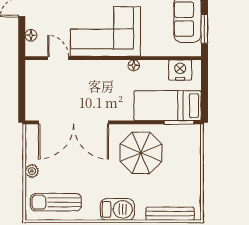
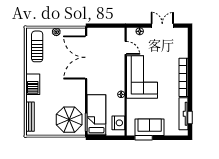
door: (58, 58) -> (126, 48), hinge flipped
parasol: (141, 153) -> (69, 120), moved

